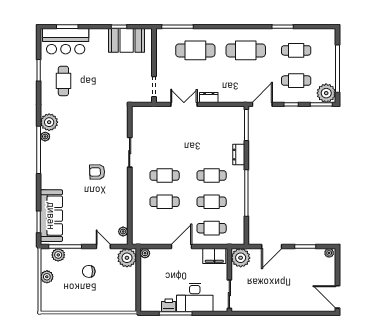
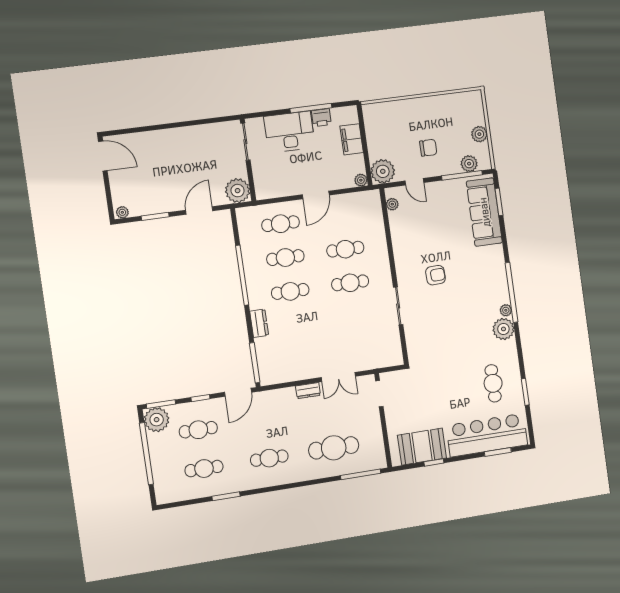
bar counter: (66, 41) -> (487, 435), width x1.36
cafe table: (246, 50) -> (269, 458), width x0.73, depth x0.74
filing cabinet: (214, 256) -> (352, 139), moved, turned -90

